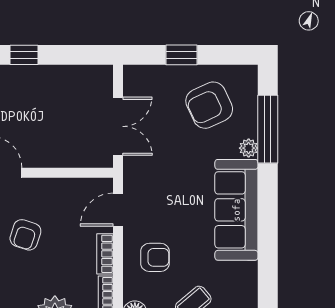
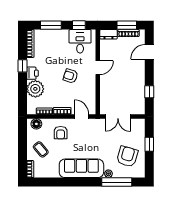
window: (24, 55) -> (149, 92), moved
armchair: (209, 105) -> (127, 156), turned 41

